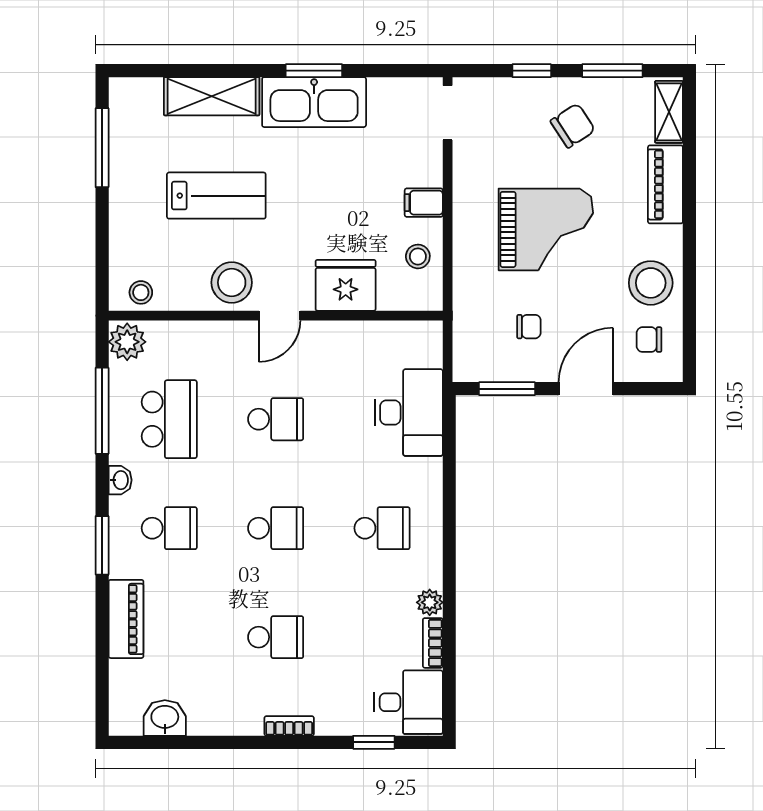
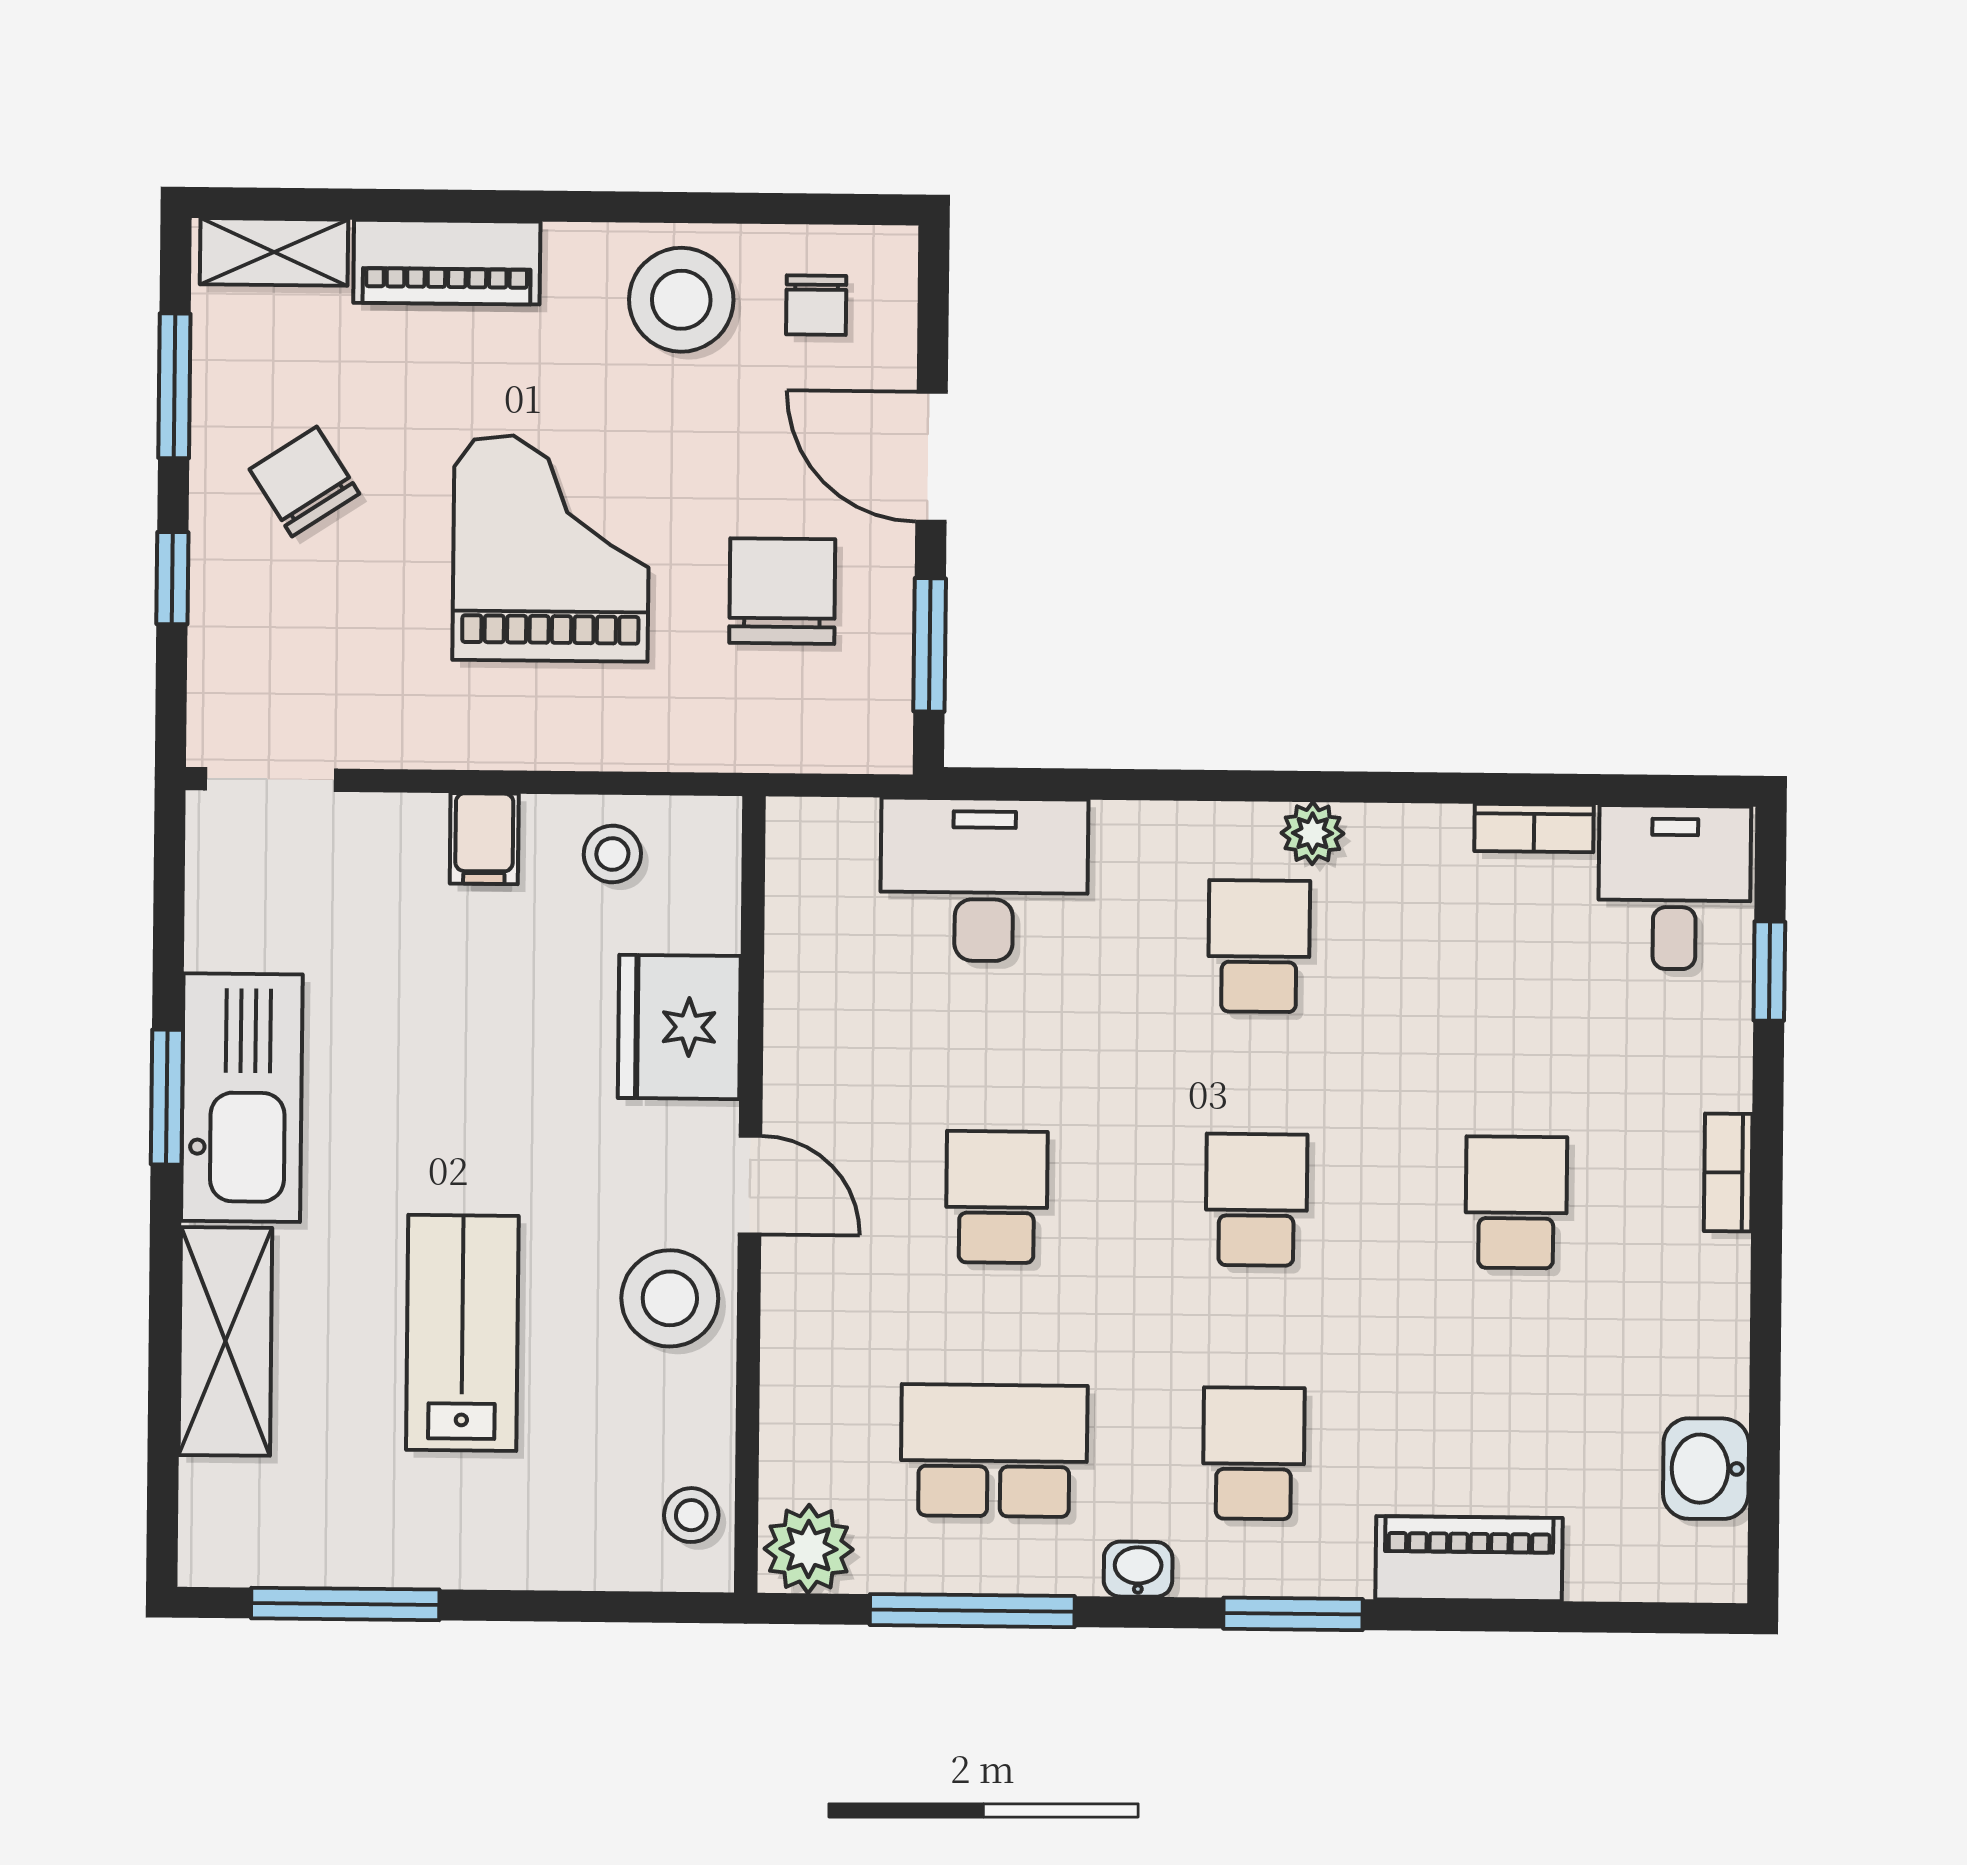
chair: (529, 327) -> (782, 591), width x1.87, depth x1.87
plant: (430, 602) -> (1313, 833), moved

